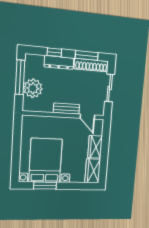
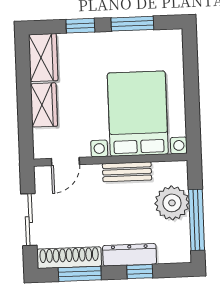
bench: (66, 109) -> (127, 172), moved
door: (87, 117) -> (65, 162), swing flipped
bed with nightstands: (46, 160) -> (138, 114), moved, turned 180
window: (72, 186) -> (80, 26), added

